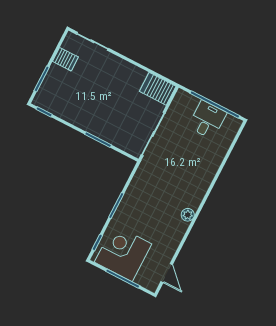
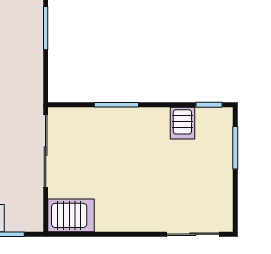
server rack: (65, 59) -> (182, 123), moved, turned -90

